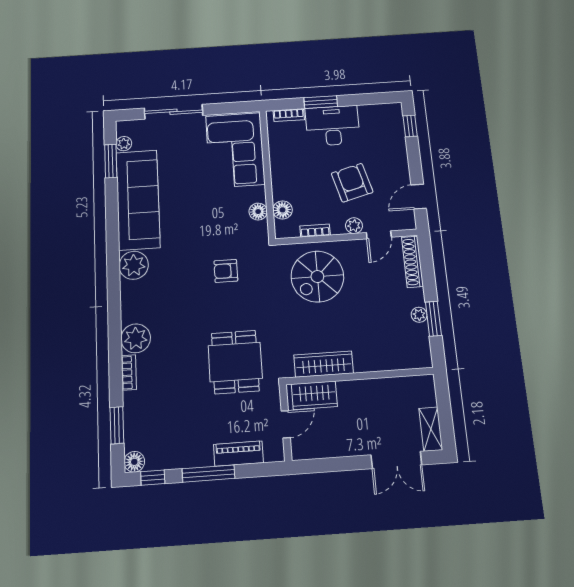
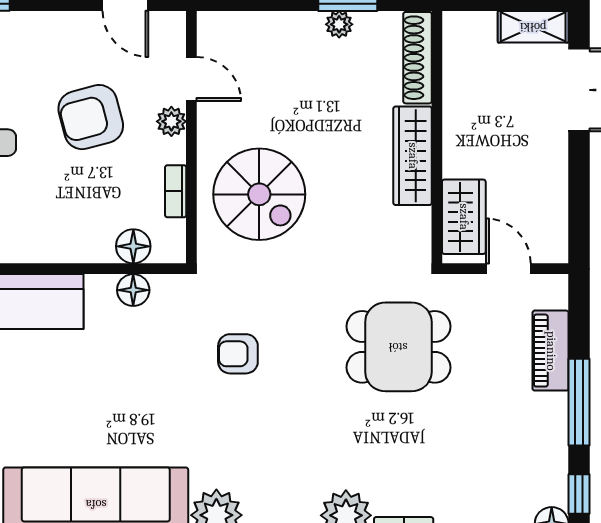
shoe rack: (412, 262) -> (418, 58), moved, turned 90
armchair: (226, 271) -> (238, 354), turned 90
wardrobe: (324, 364) -> (413, 156), moved

